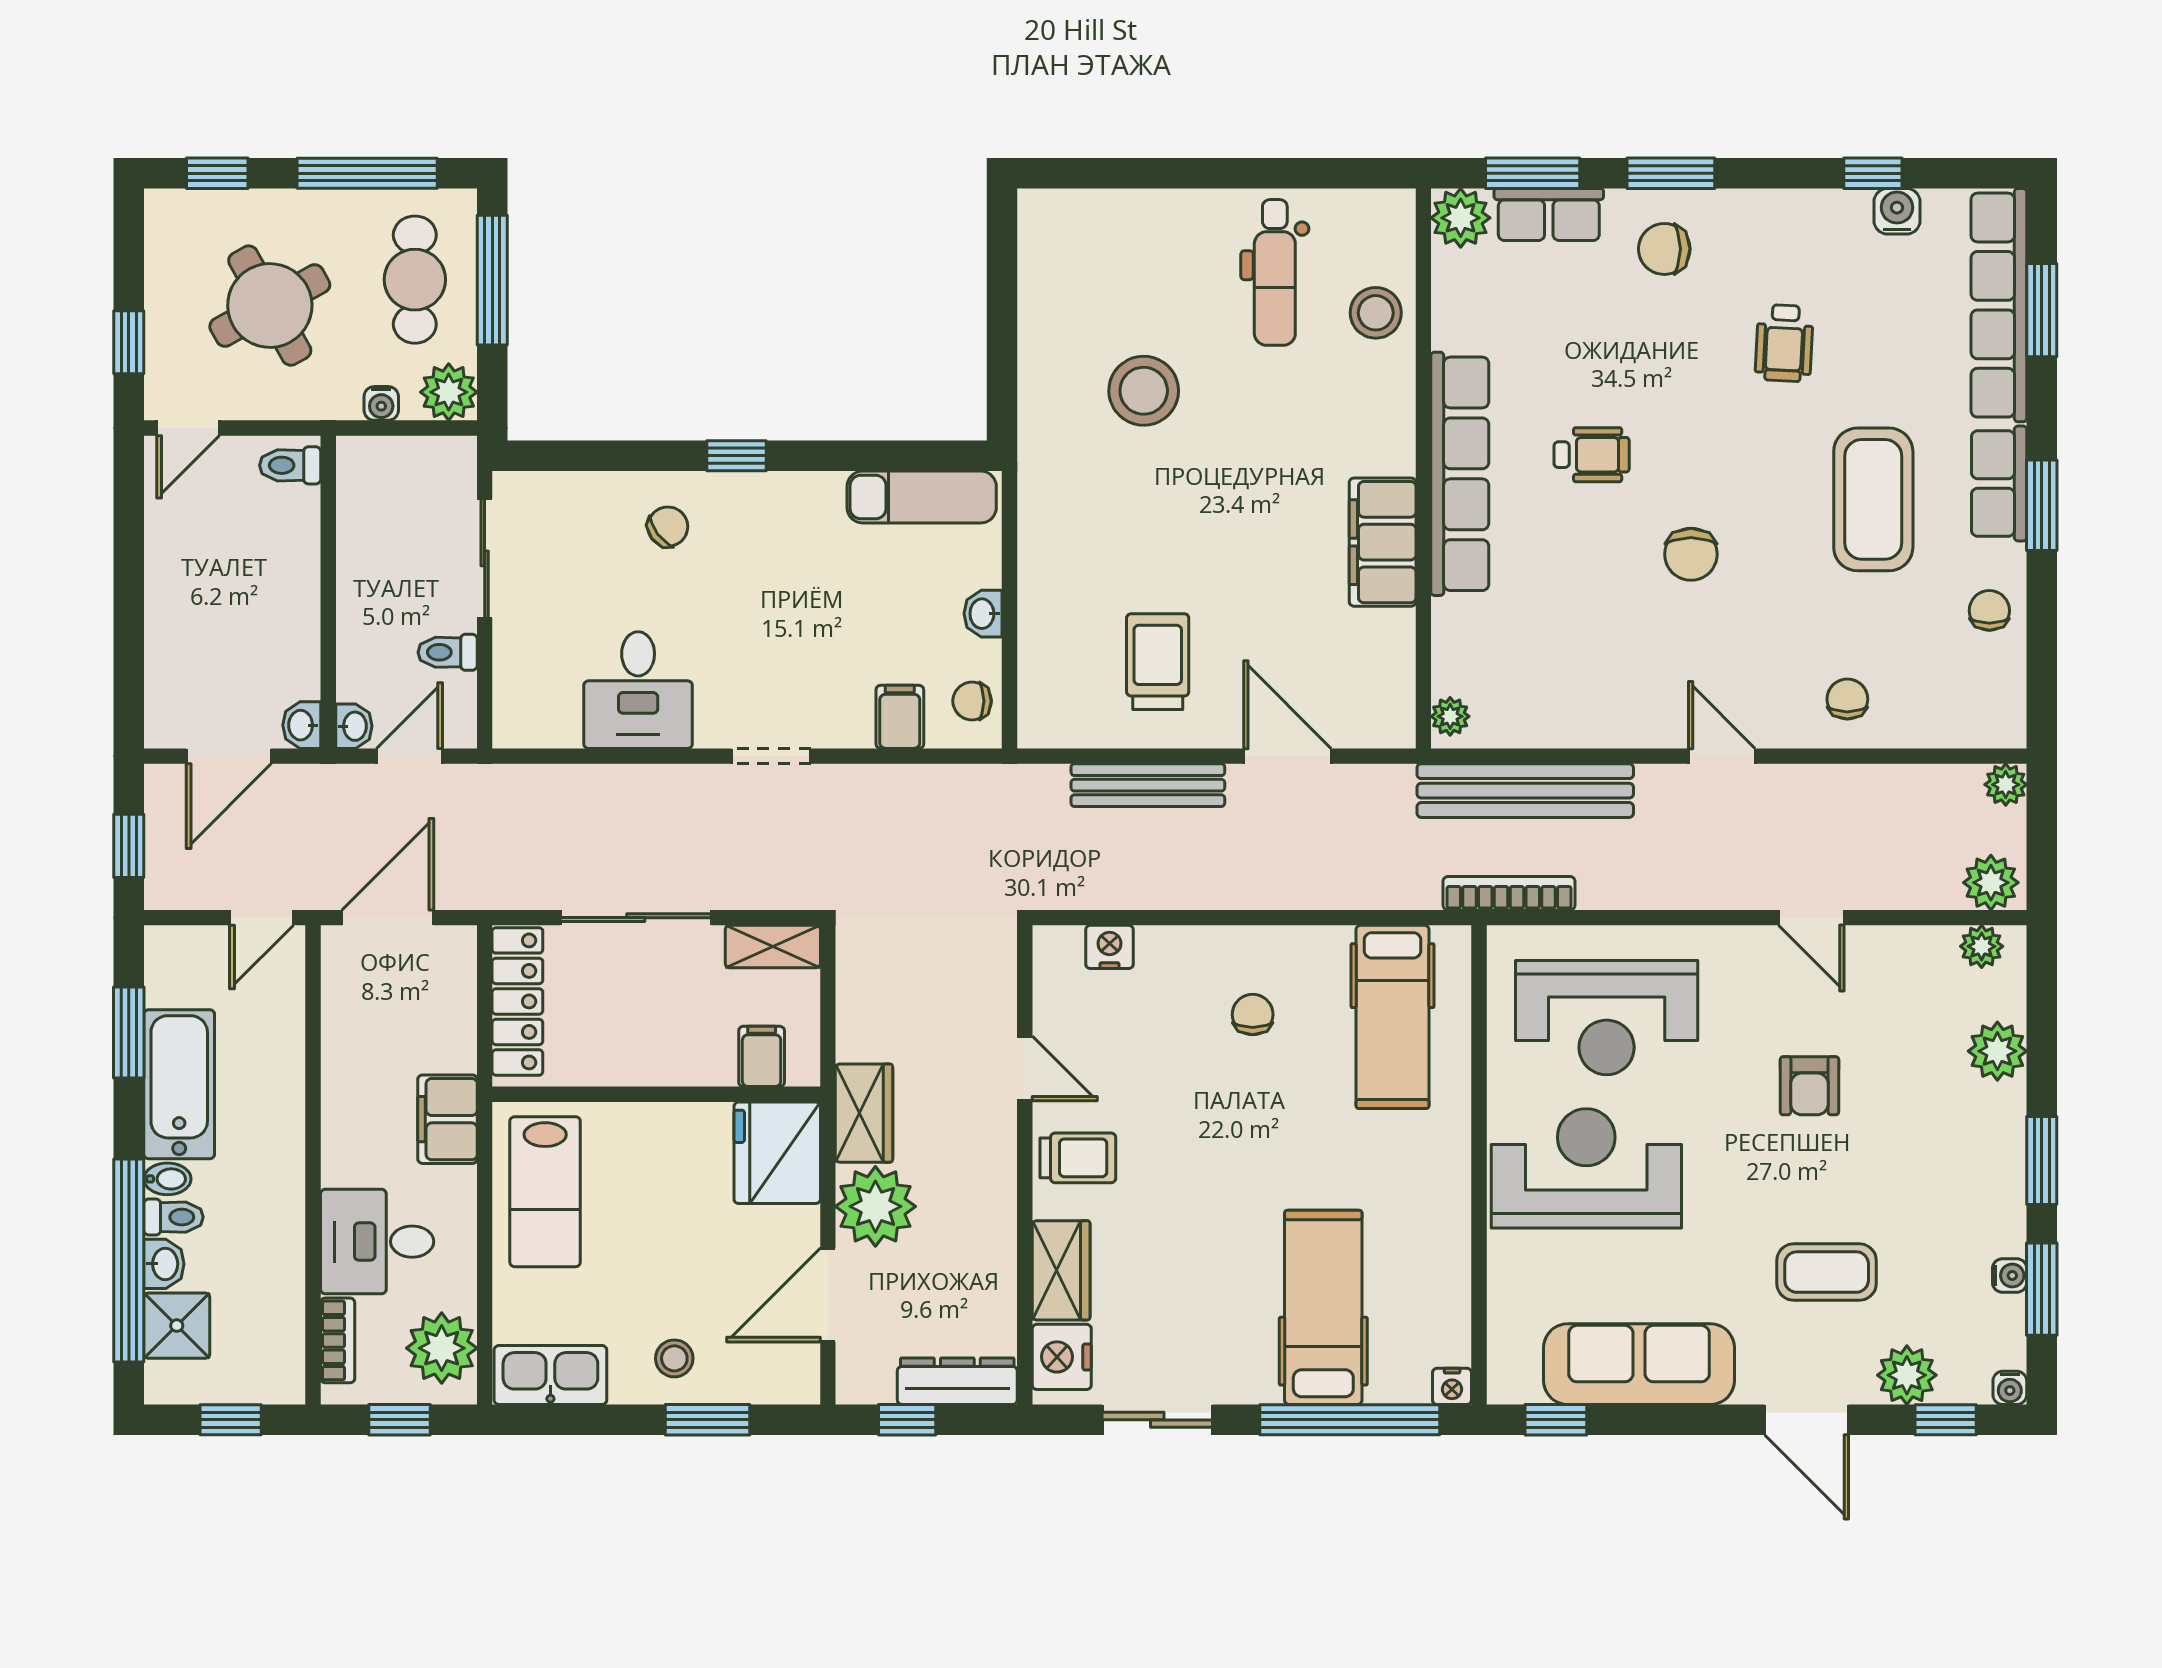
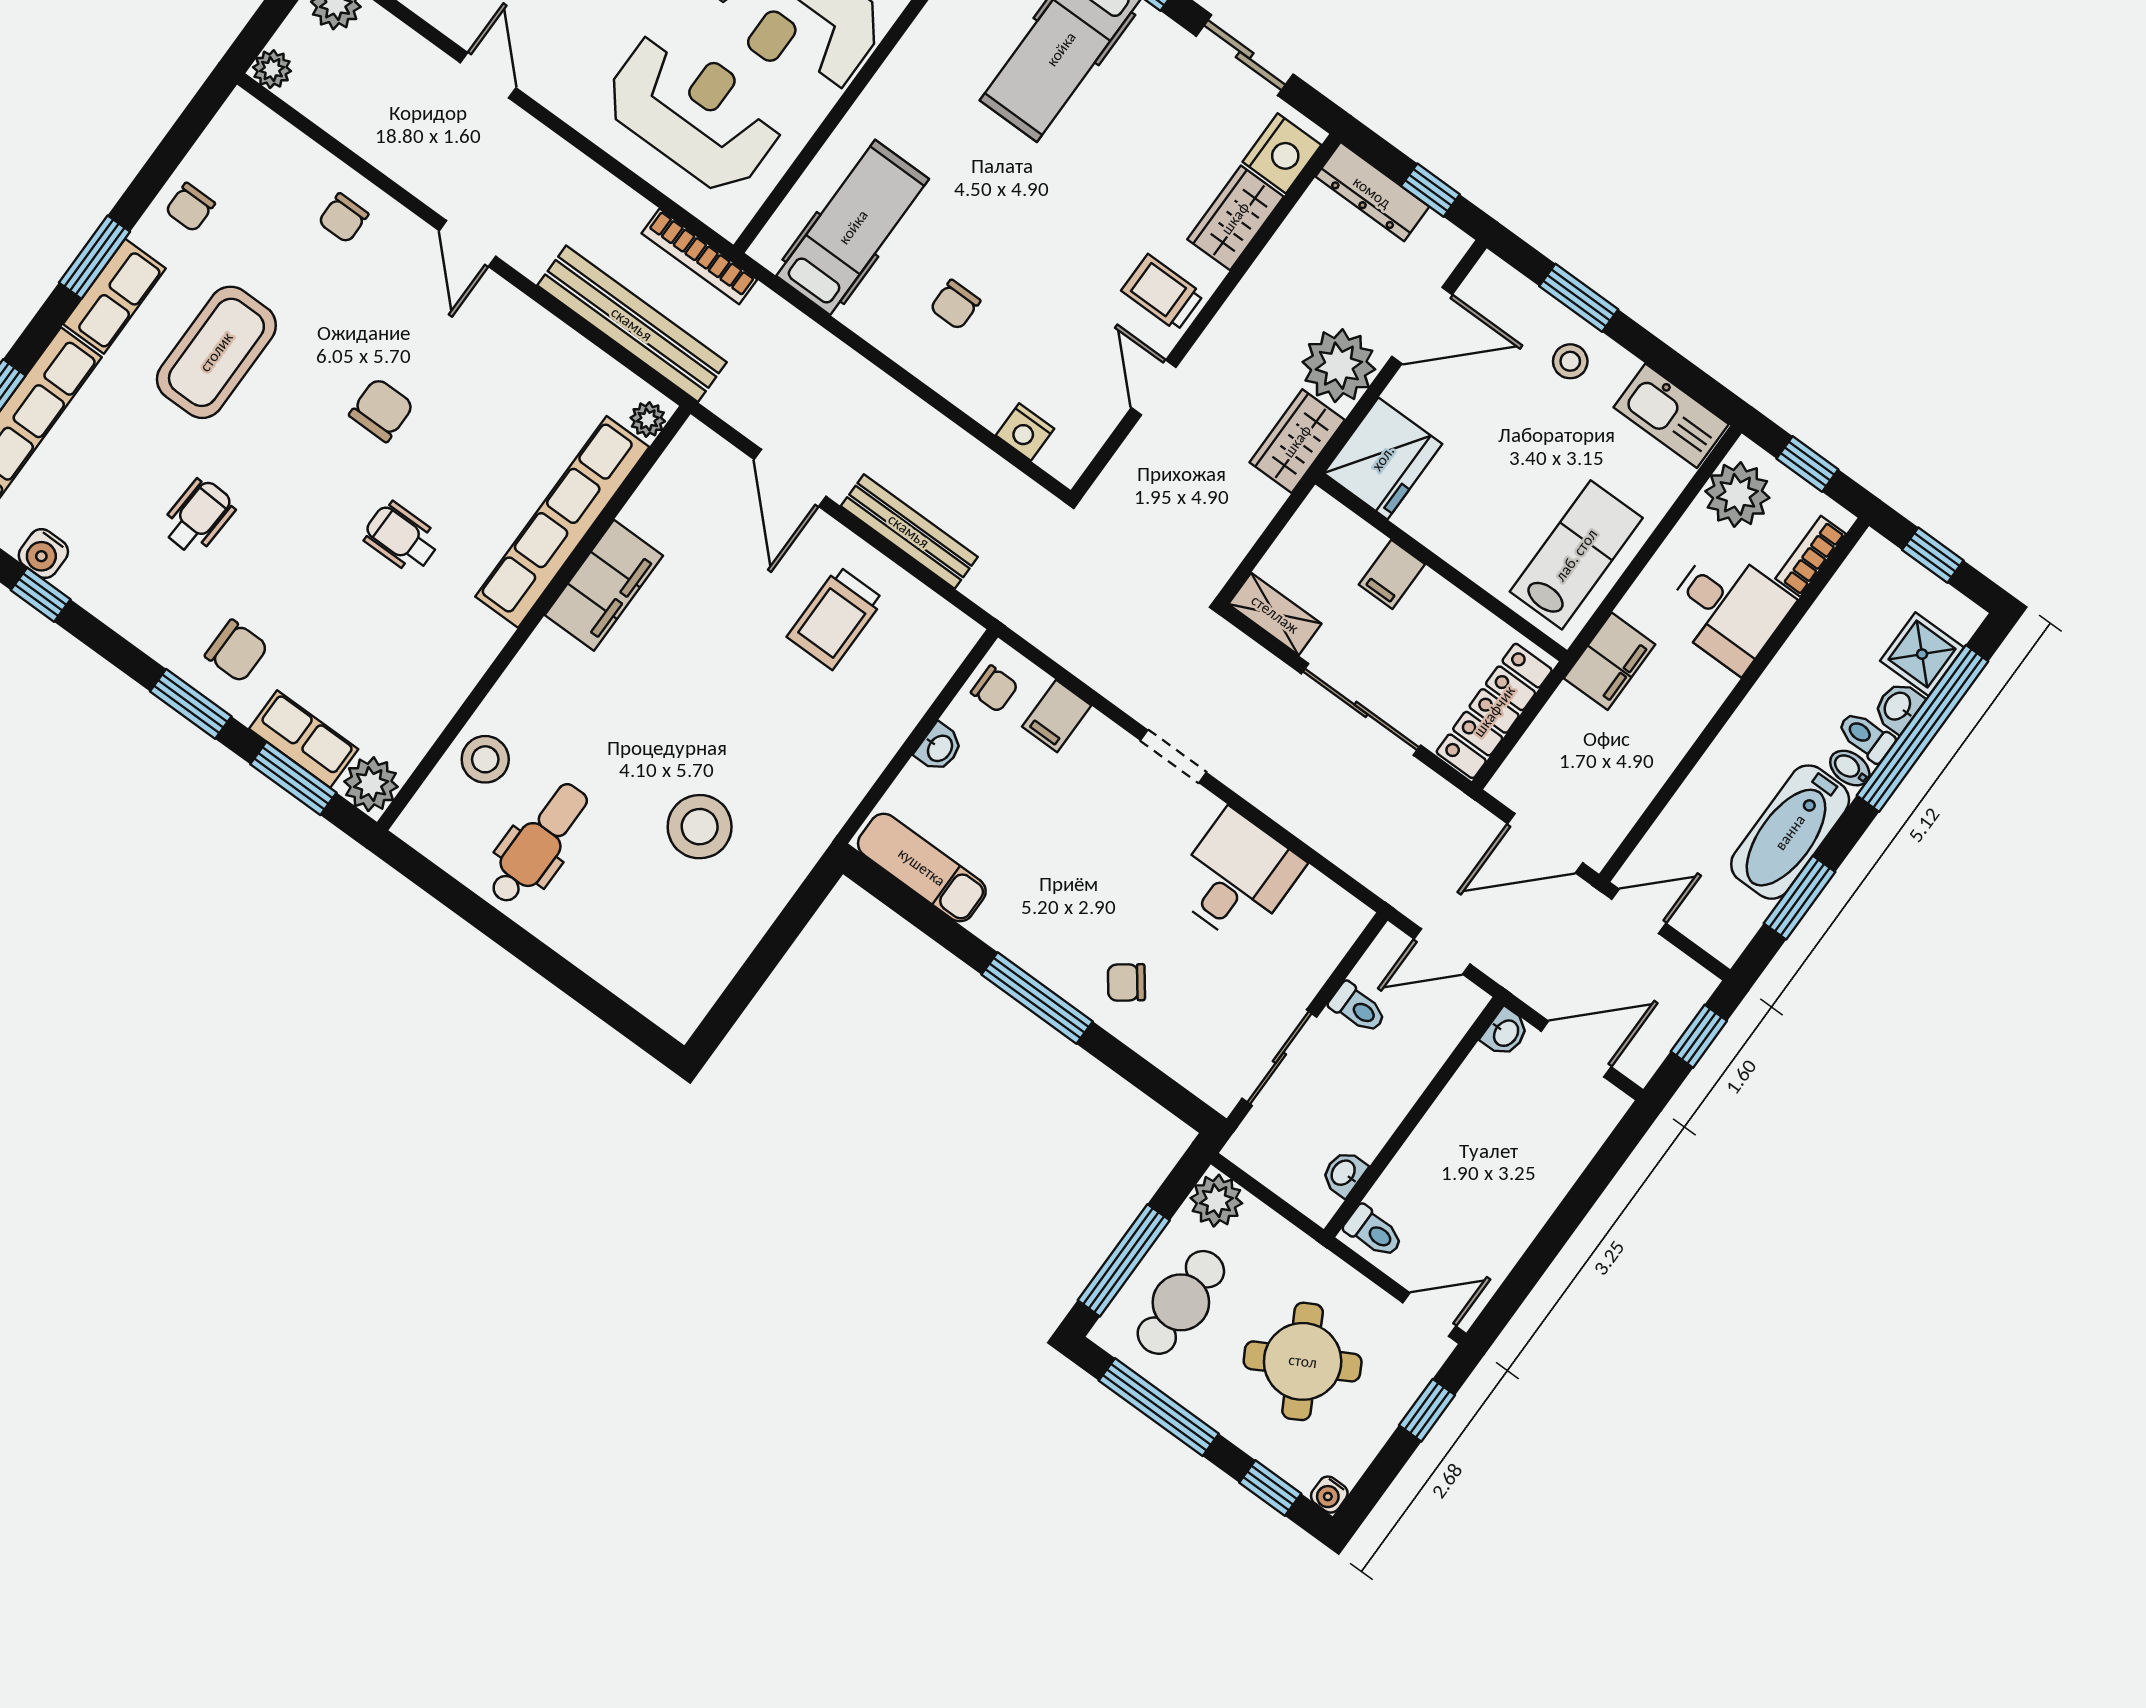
water cooler: (381, 403) -> (1329, 1495), moved, turned 180
window: (737, 456) -> (1037, 998), width x2.17
row of seats: (1460, 474) -> (562, 522), moved
washbasin: (354, 726) -> (1344, 1173), moved
filing cabinet: (762, 1056) -> (1392, 574), moved

